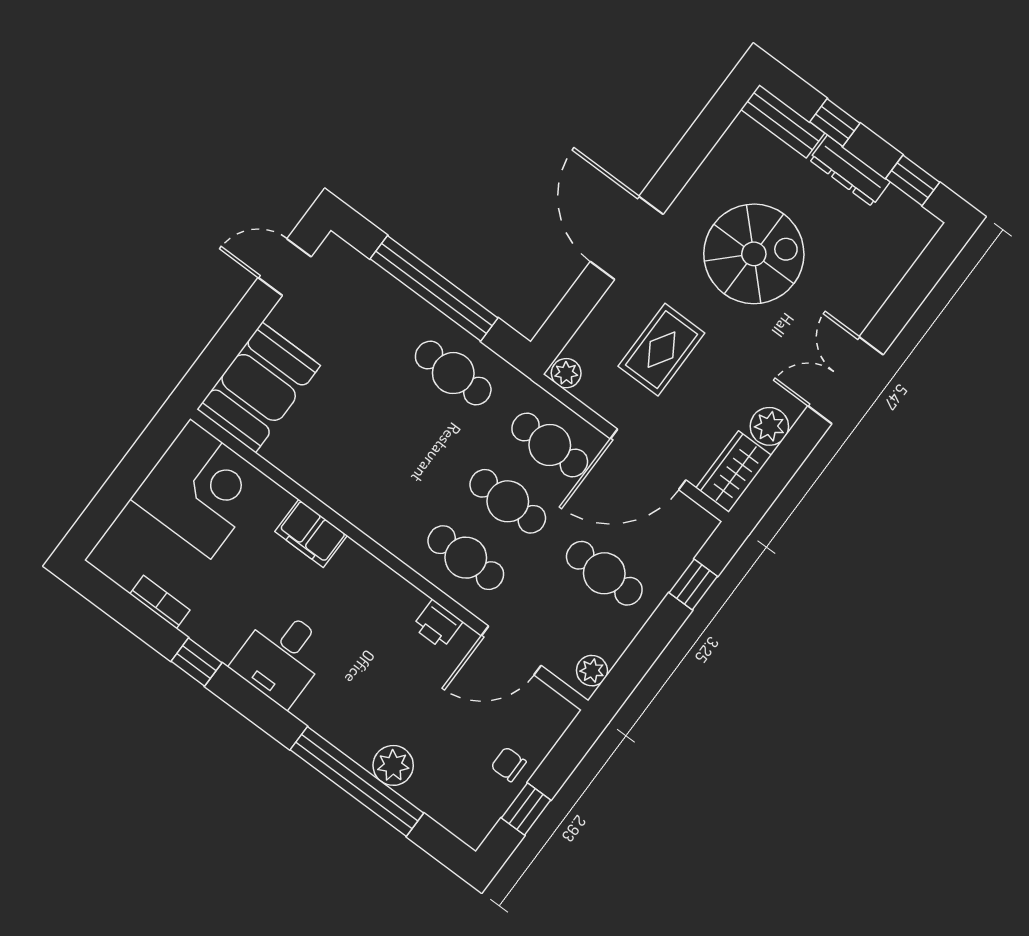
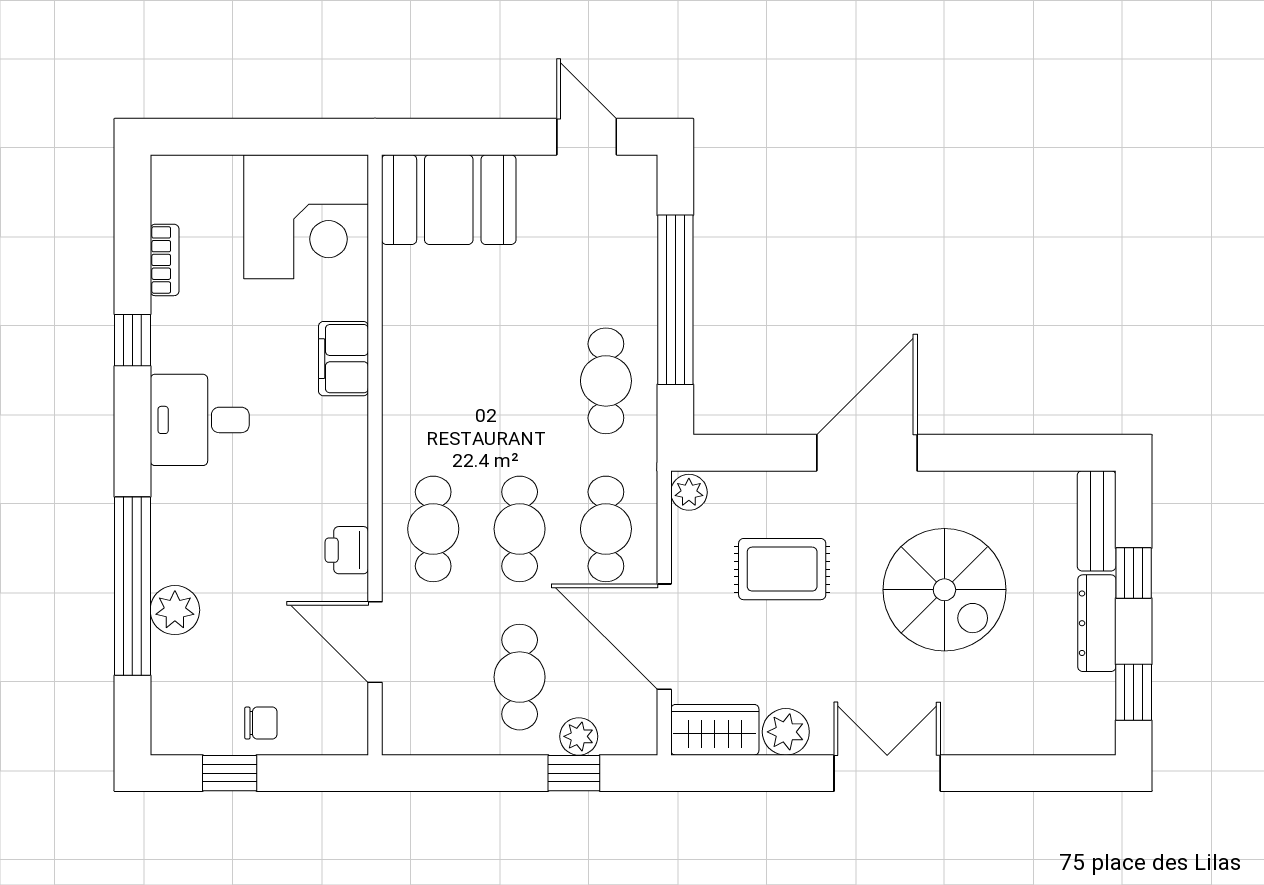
plant: (592, 671) -> (579, 736), moved
chair: (509, 764) -> (261, 723), turned 90

